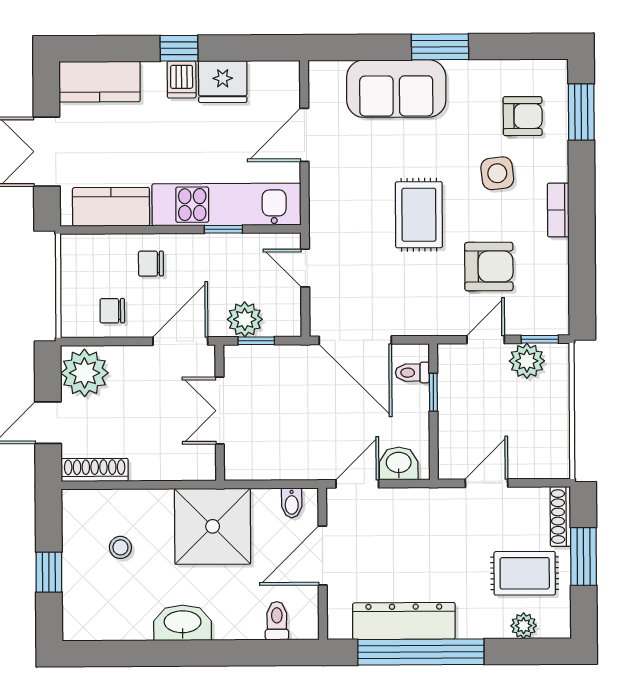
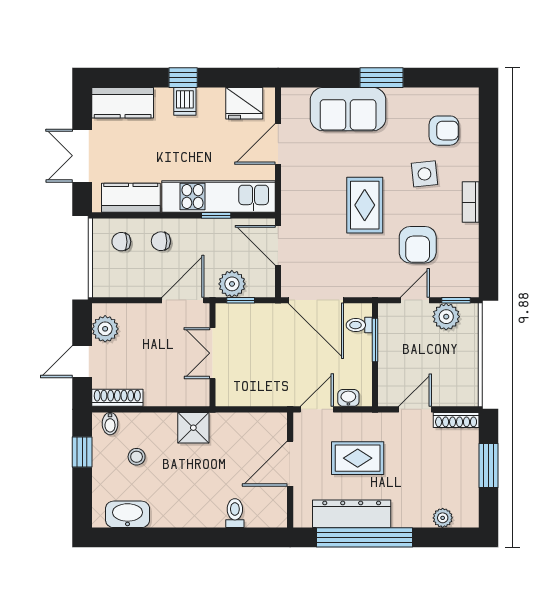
fridge: (223, 82) -> (244, 103), moved
window: (581, 112) -> (488, 128), removed
armchair: (489, 267) -> (418, 245), turned 90
door: (305, 268) -> (278, 245), width x1.38
chair: (112, 311) -> (121, 242), moved
plant: (85, 373) -> (105, 329), width x0.73, depth x0.73
window: (433, 392) -> (375, 340), width x1.50
washbasin: (399, 463) -> (348, 398), width x0.72, depth x0.69
bidet: (292, 503) -> (110, 424), moved
shoe rack: (560, 516) -> (456, 420), moved, turned -90
shower: (213, 526) -> (193, 428), width x0.54, depth x0.54
window: (49, 572) -> (82, 452), moved
rug: (525, 573) -> (358, 458), moved
toilet: (277, 621) -> (235, 513), moved
washbasin: (183, 623) -> (128, 514), moved

